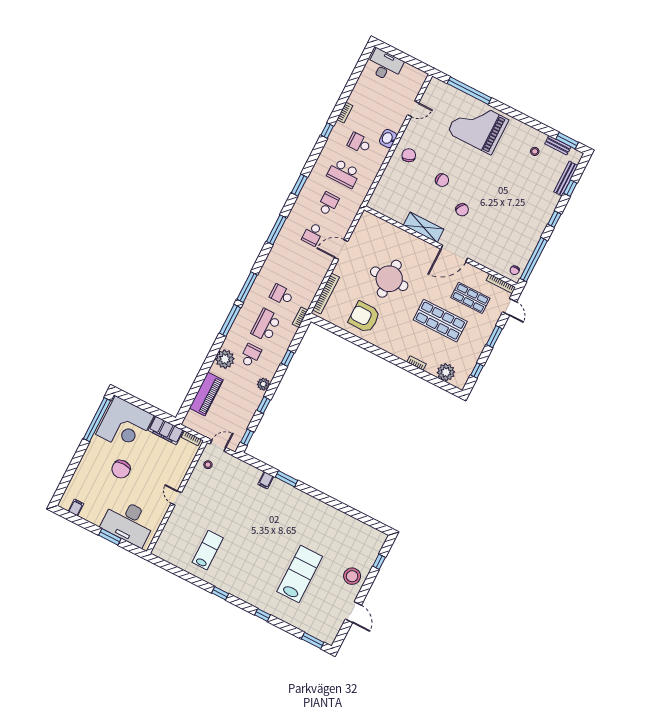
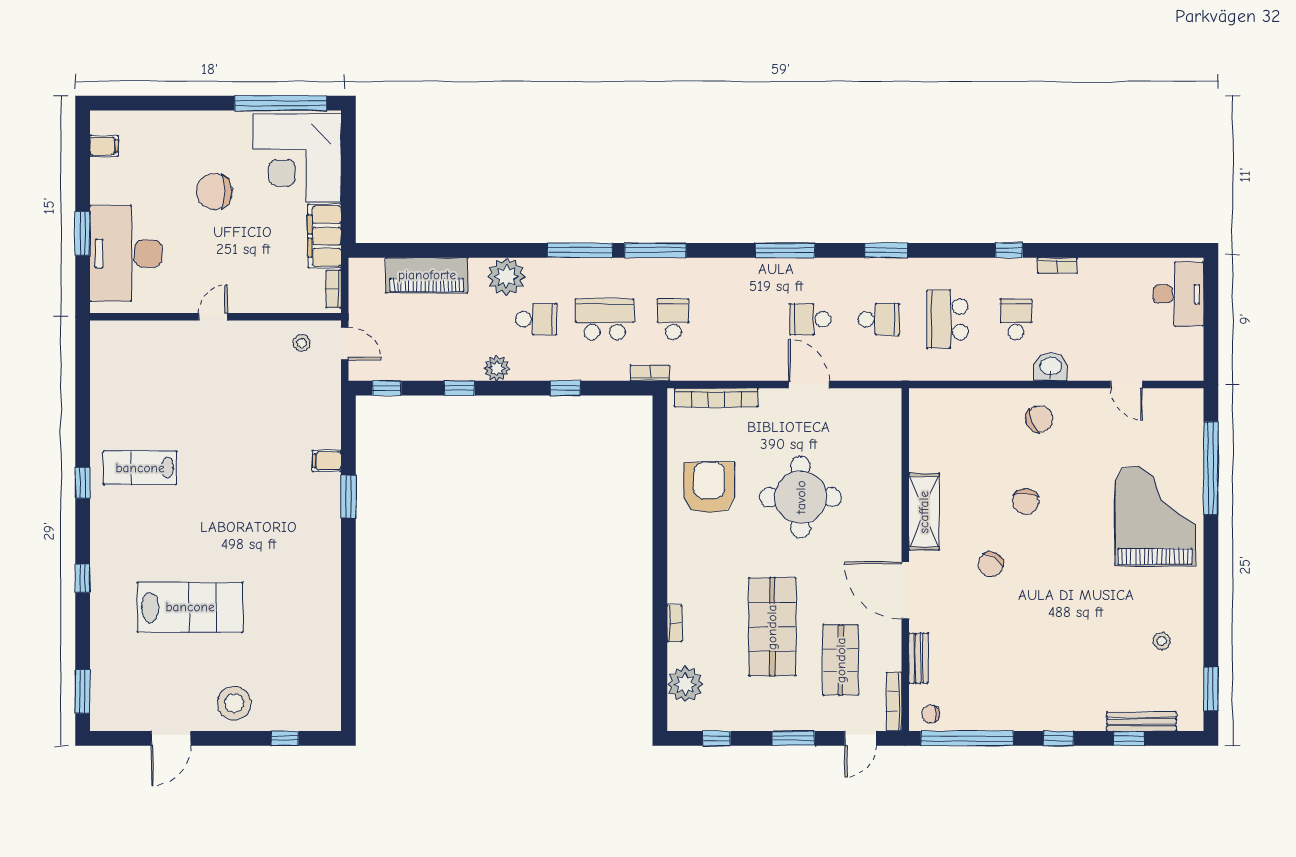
bench: (558, 145) -> (918, 658), moved
lab bench: (208, 550) -> (140, 468), moved, turned 180

